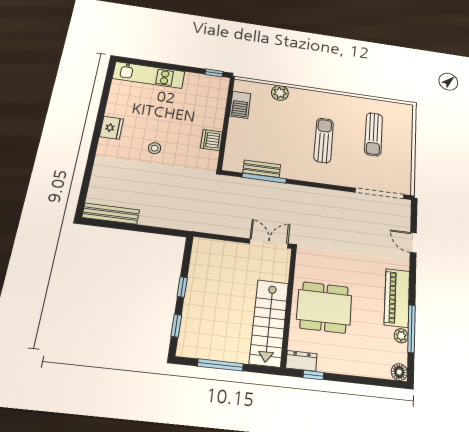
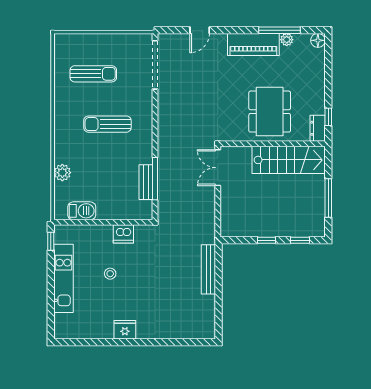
kitchen unit: (149, 75) -> (63, 278), moved
stool: (155, 148) -> (110, 274), moved
bench: (111, 214) -> (208, 269), moved

